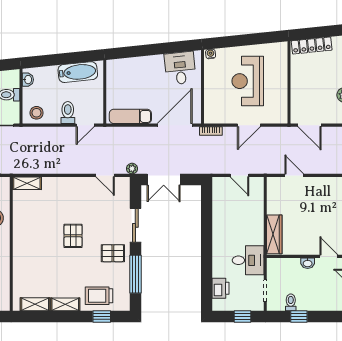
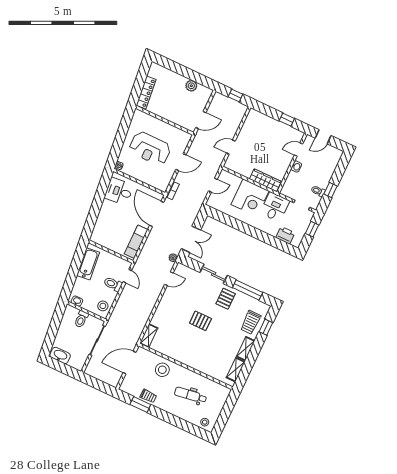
door: (249, 125) -> (181, 162), hinge flipped
corner desk: (245, 226) -> (250, 198), added

